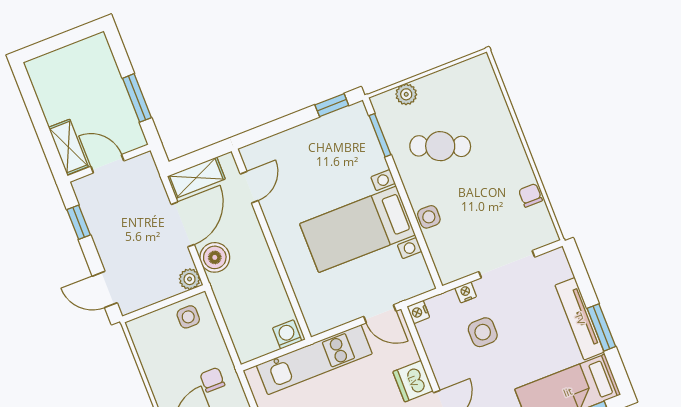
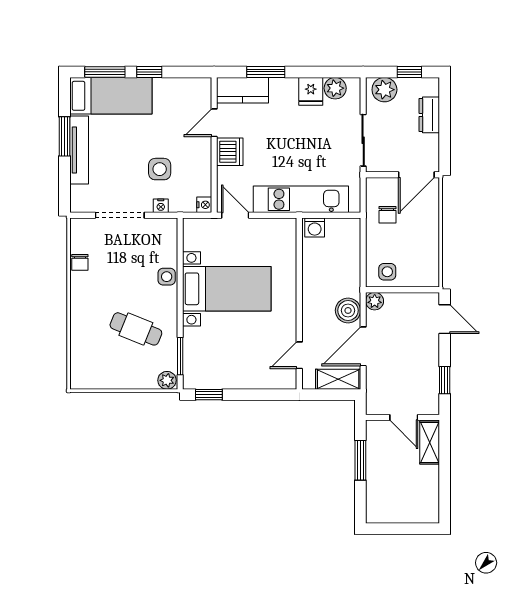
plant: (406, 94) -> (167, 380), moved

